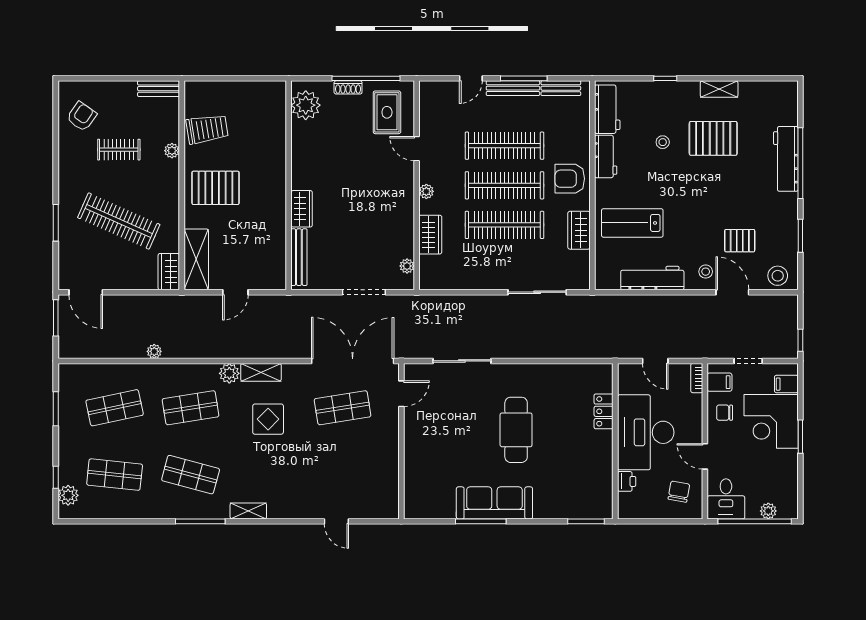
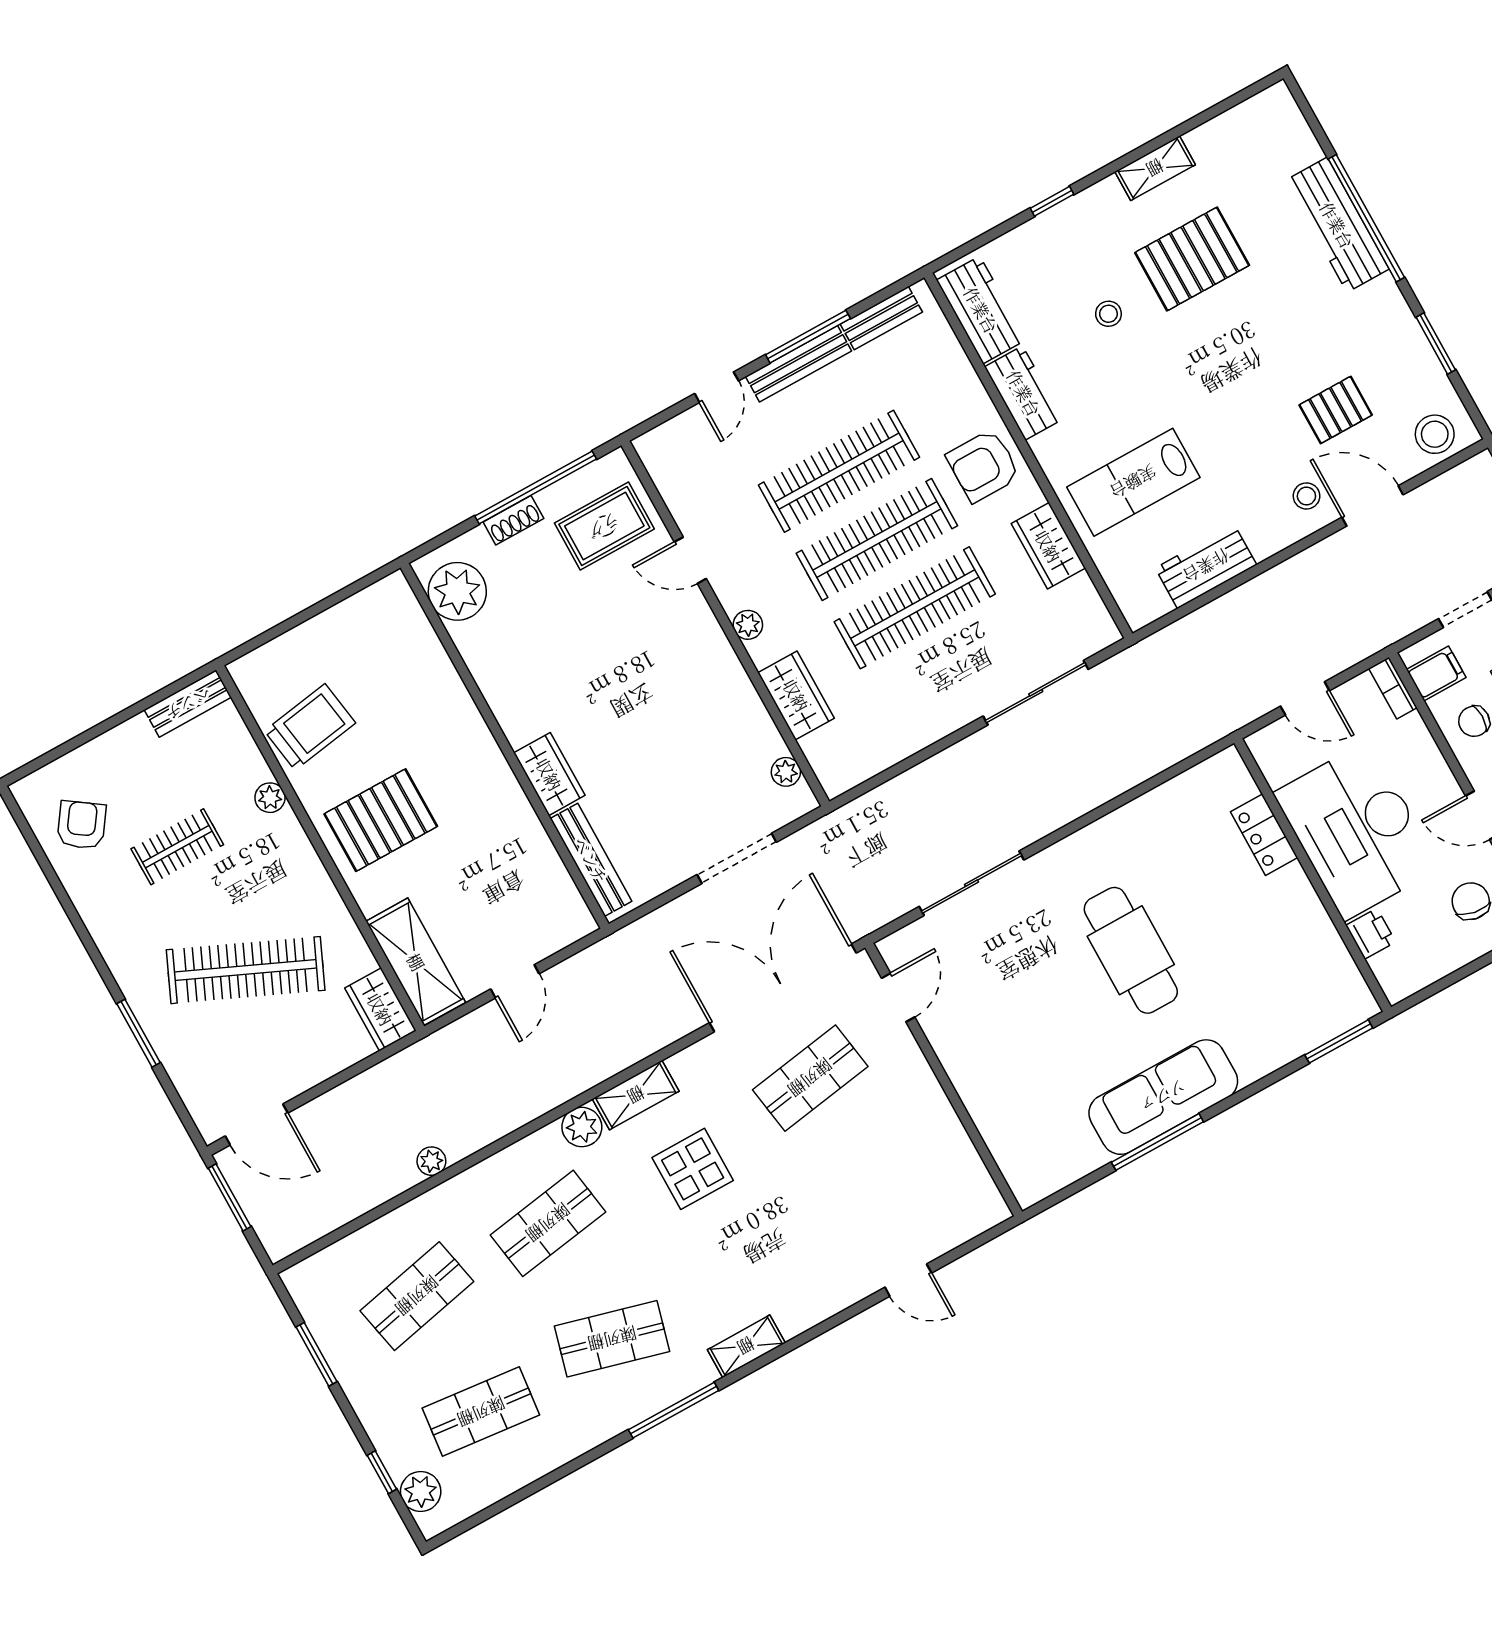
rug: (387, 112) -> (604, 526), turned 90
workbench: (652, 278) -> (1206, 566), width x0.73

